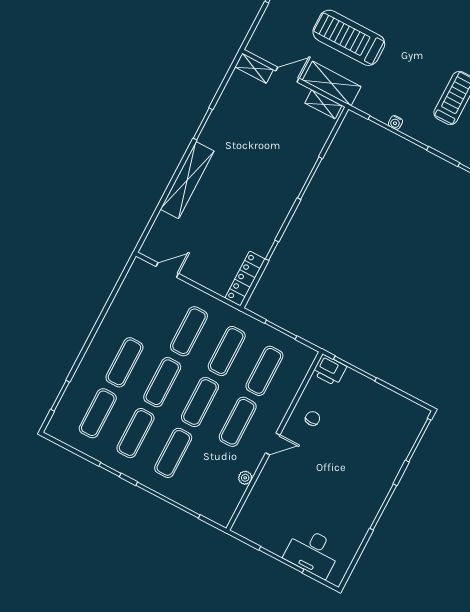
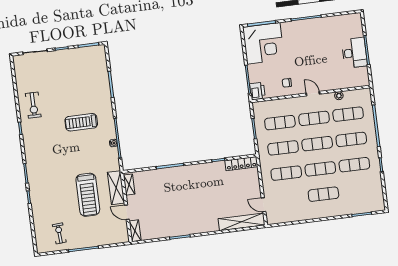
shelving: (187, 180) -> (242, 222), moved
exercise mat: (98, 413) -> (348, 114), moved
corner desk: (389, 424) -> (263, 43), added
desk: (313, 552) -> (354, 53), moved

